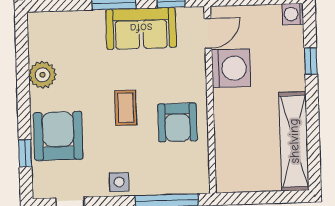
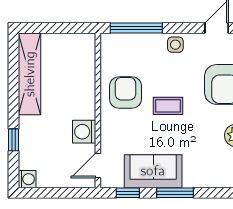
washing machine: (231, 68) -> (84, 132), width x0.73, depth x0.73
coffee table: (126, 108) -> (168, 106), turned 90

